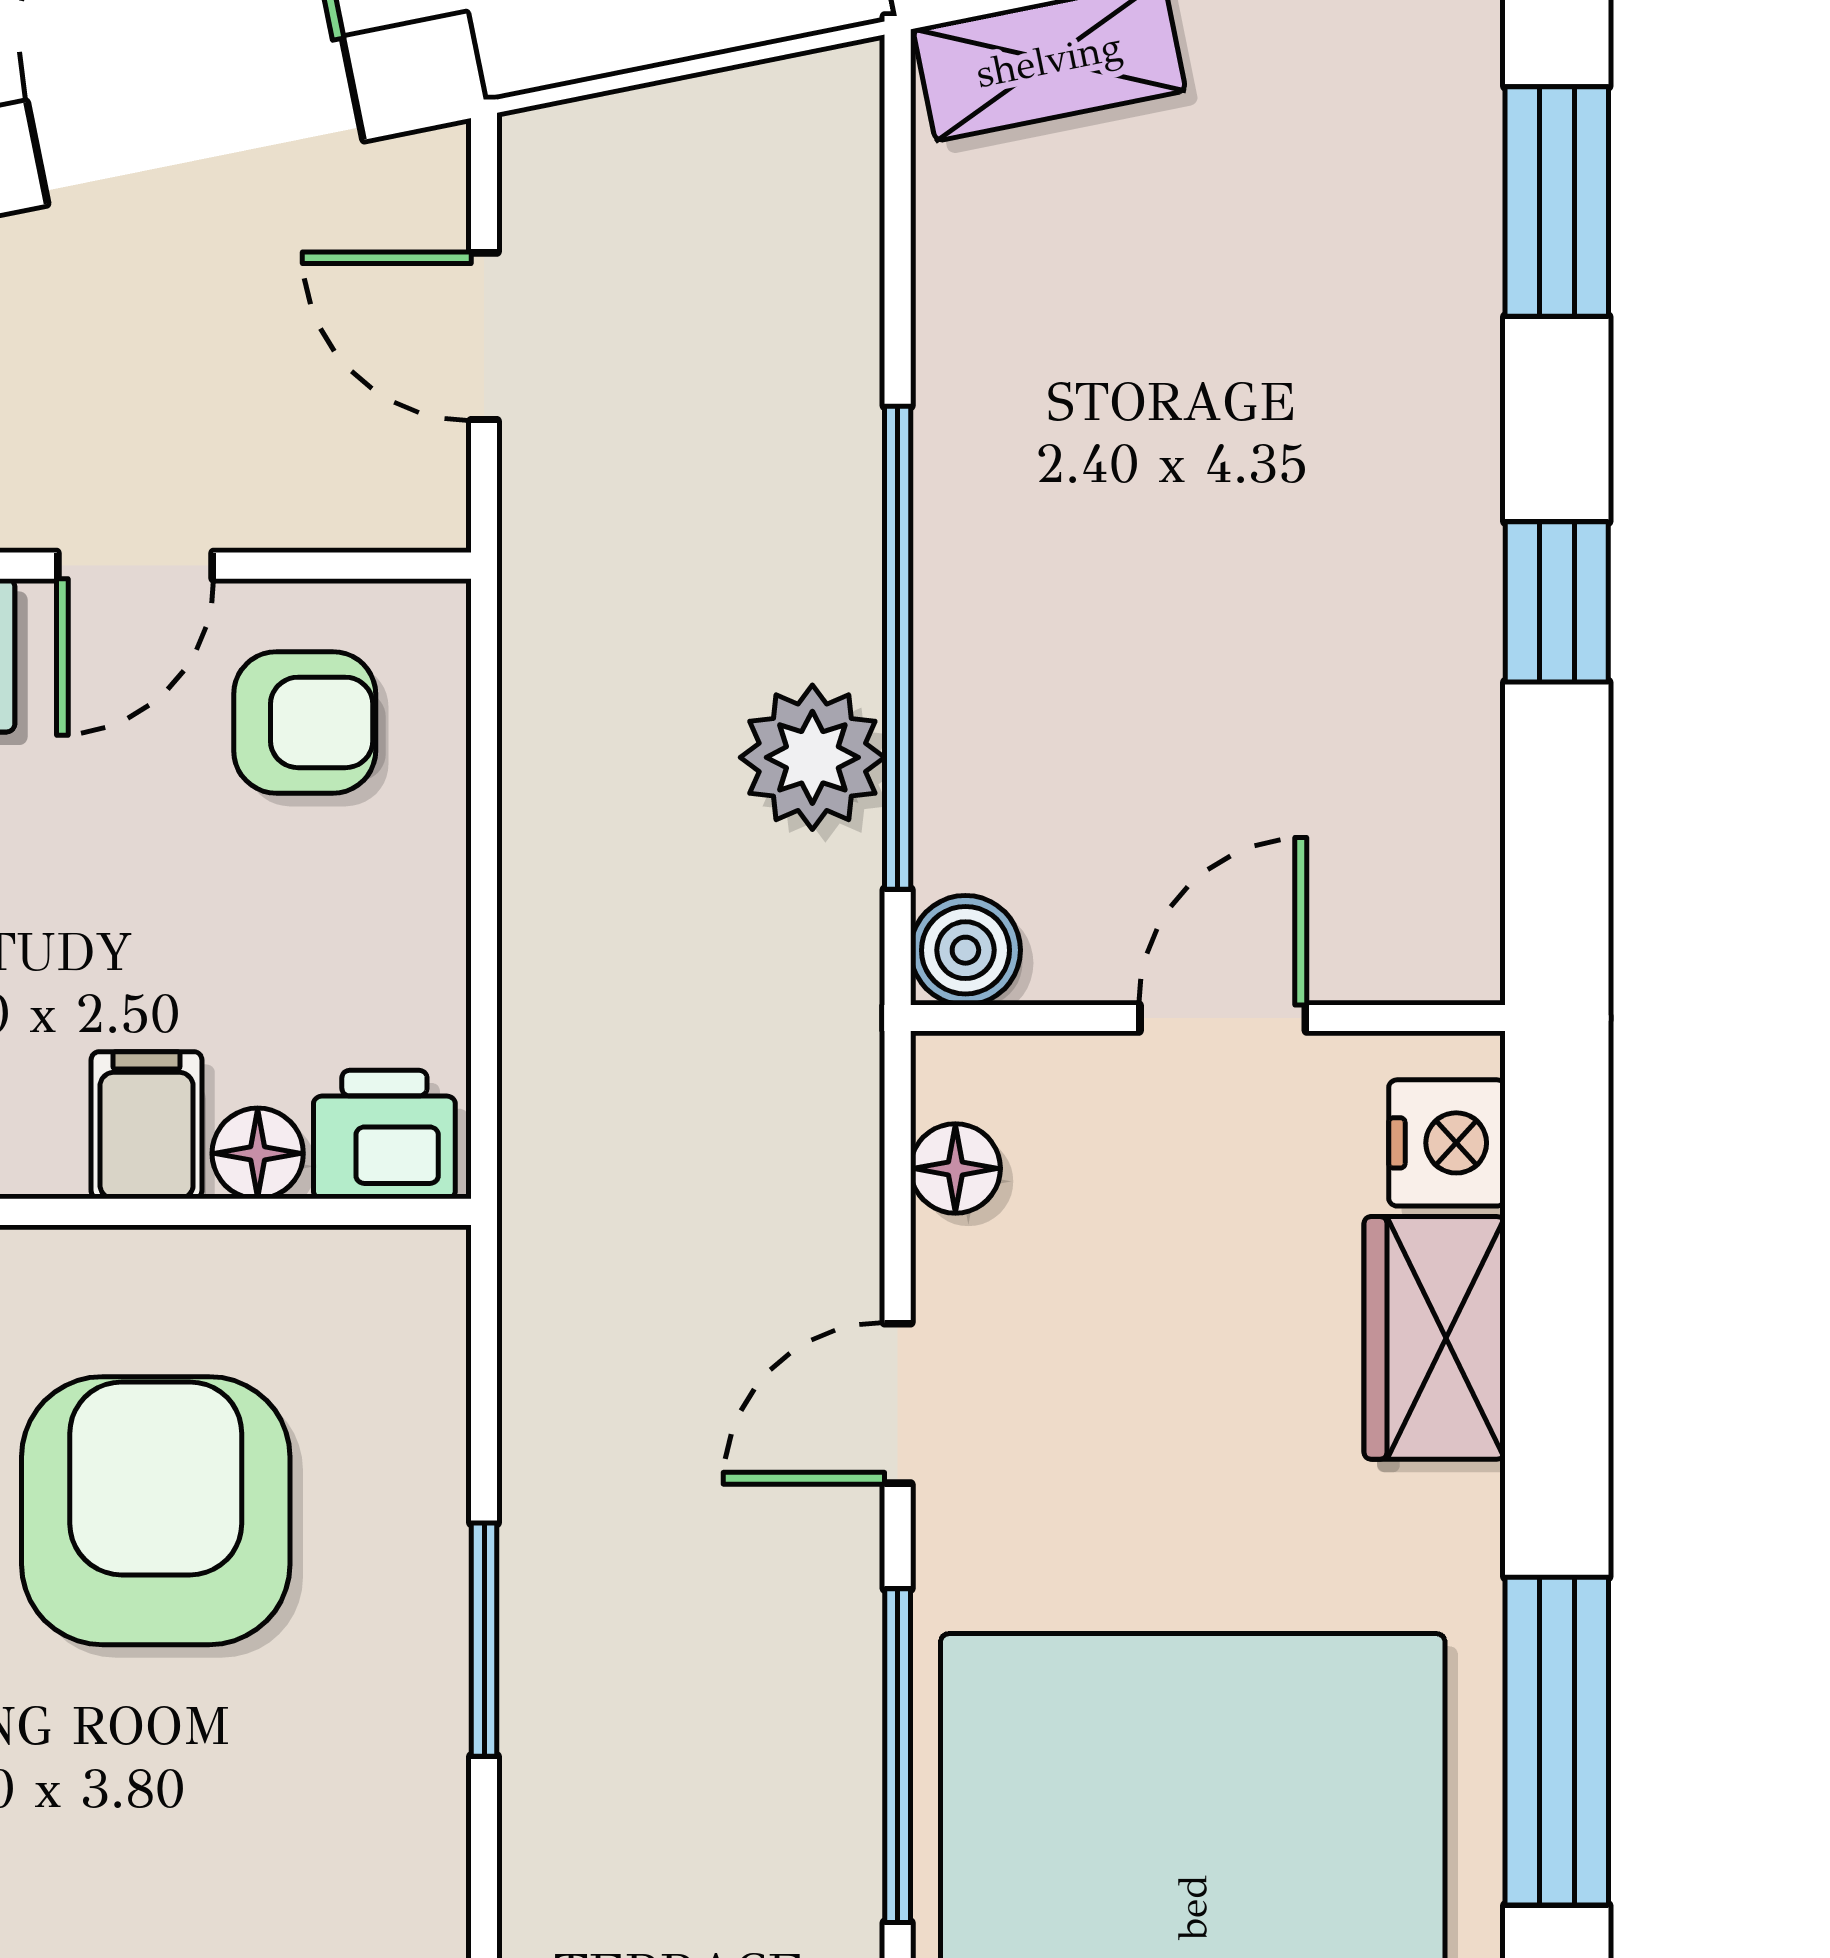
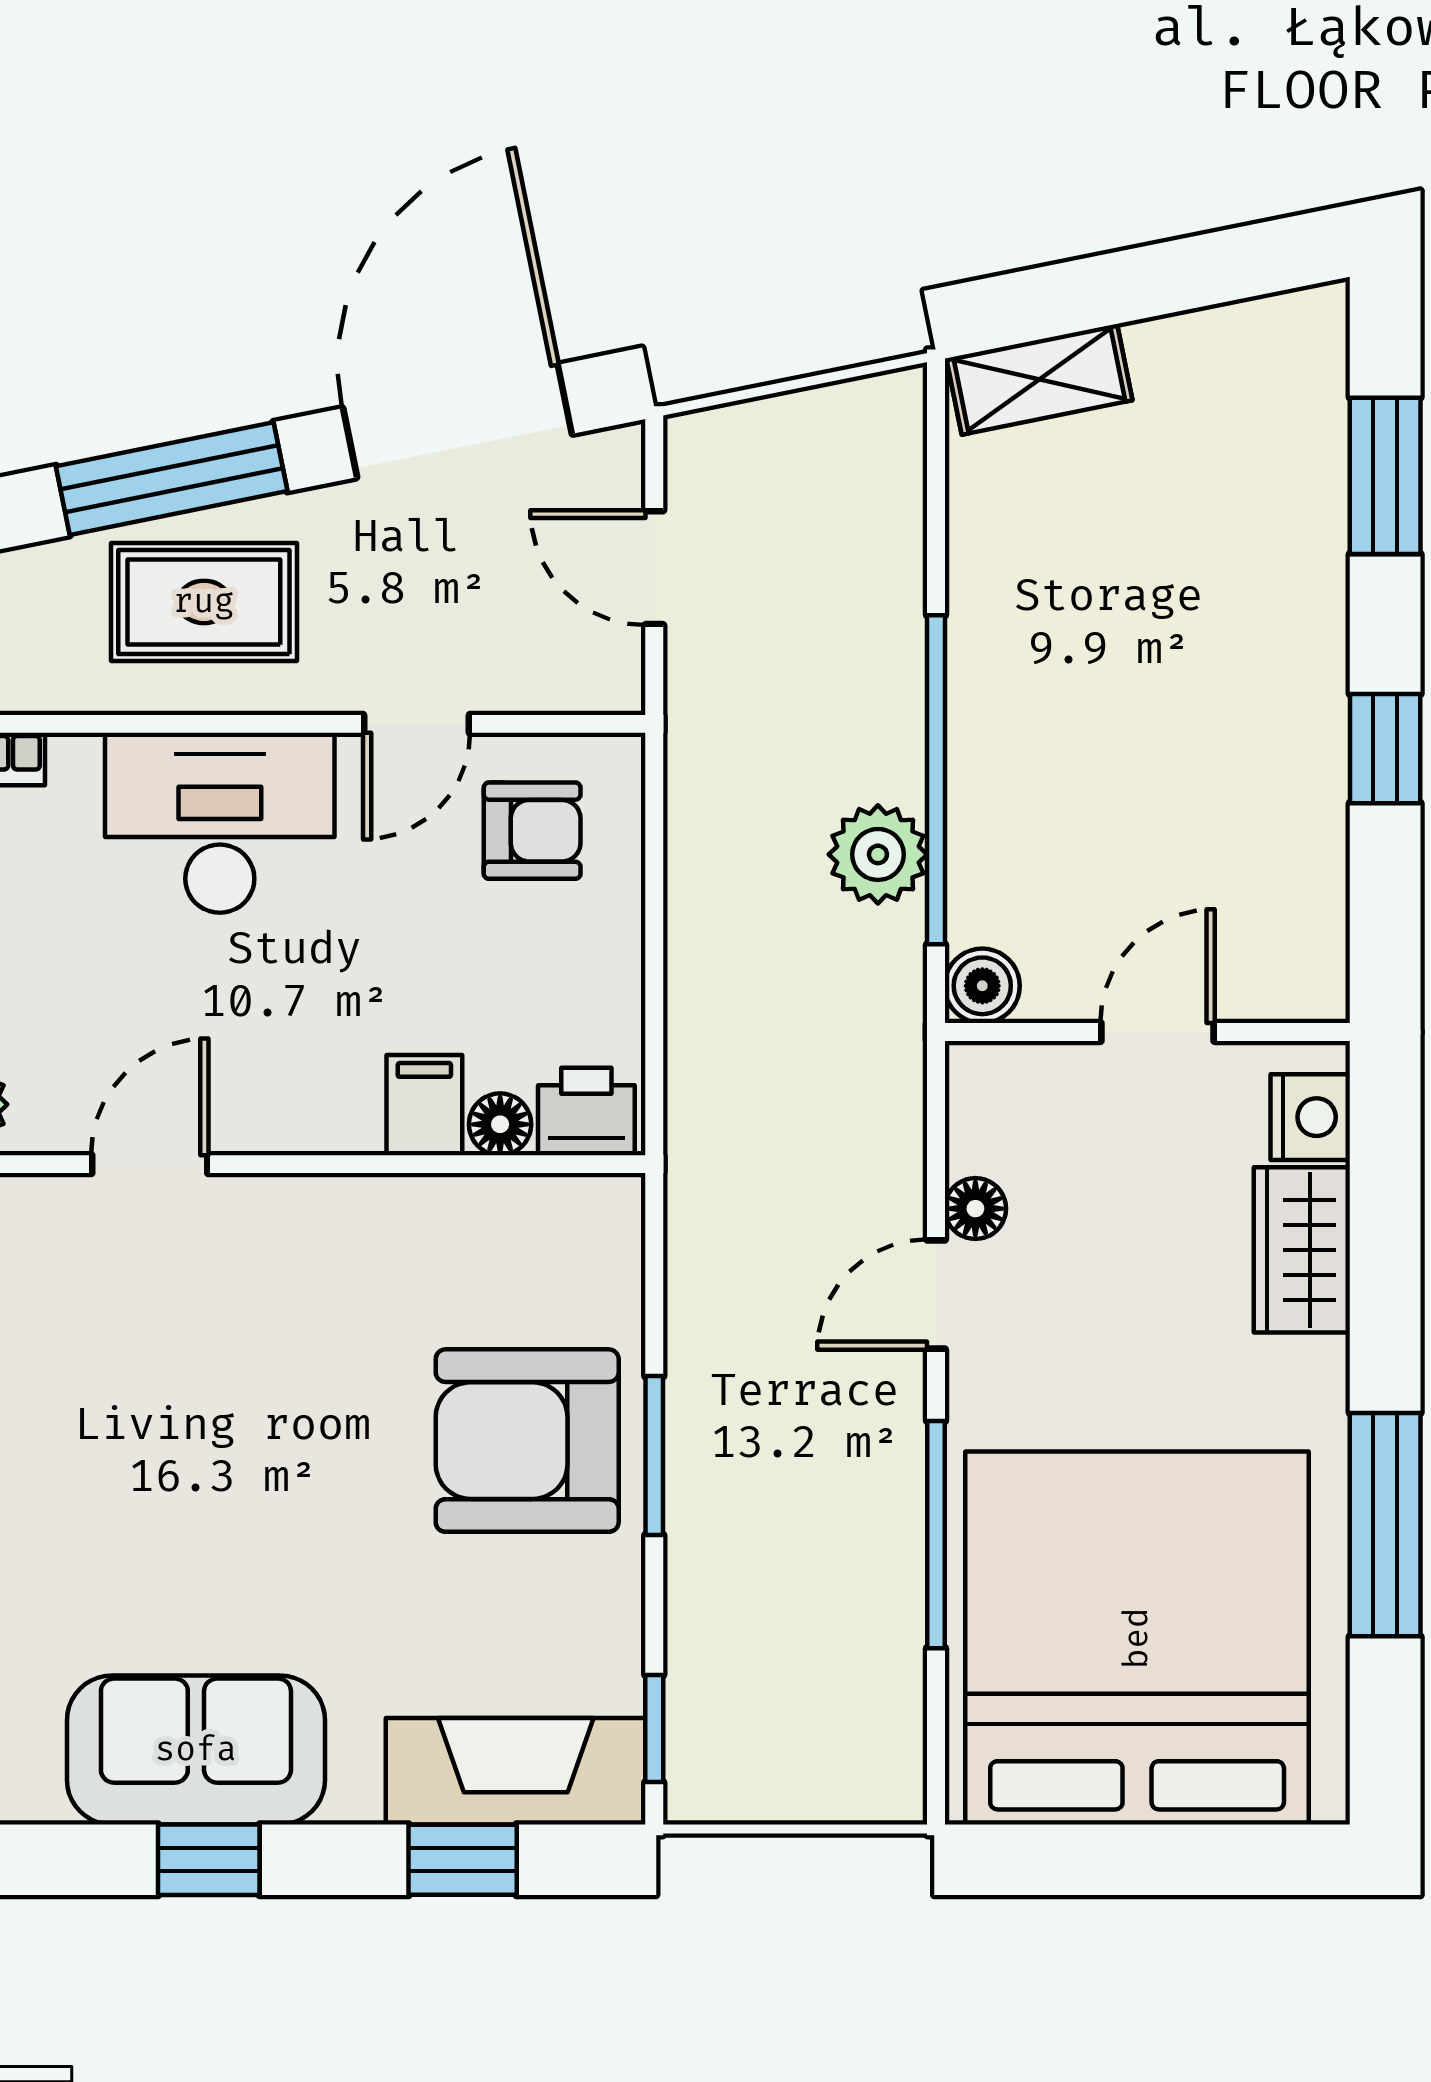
floor lamp: (955, 1168) -> (975, 1209), moved
armchair: (156, 1511) -> (527, 1441), moved, turned -90

